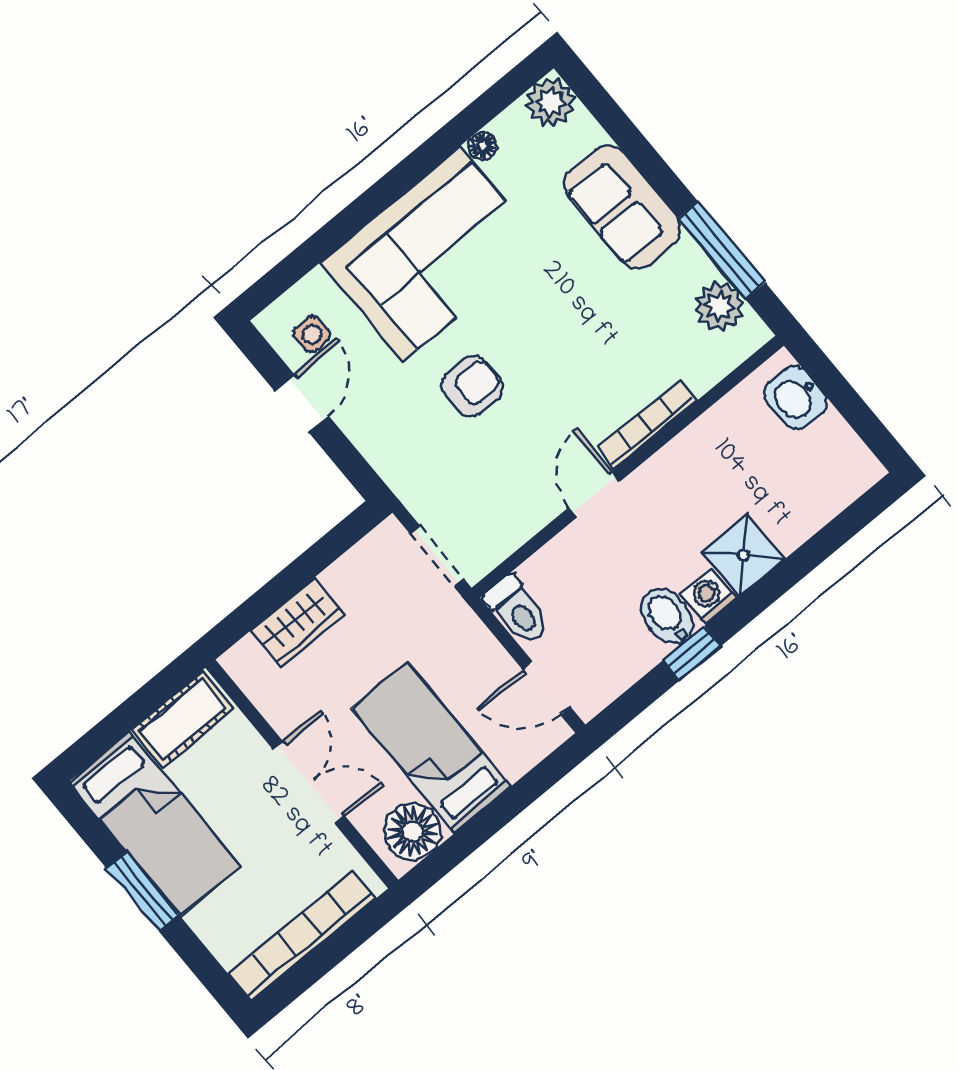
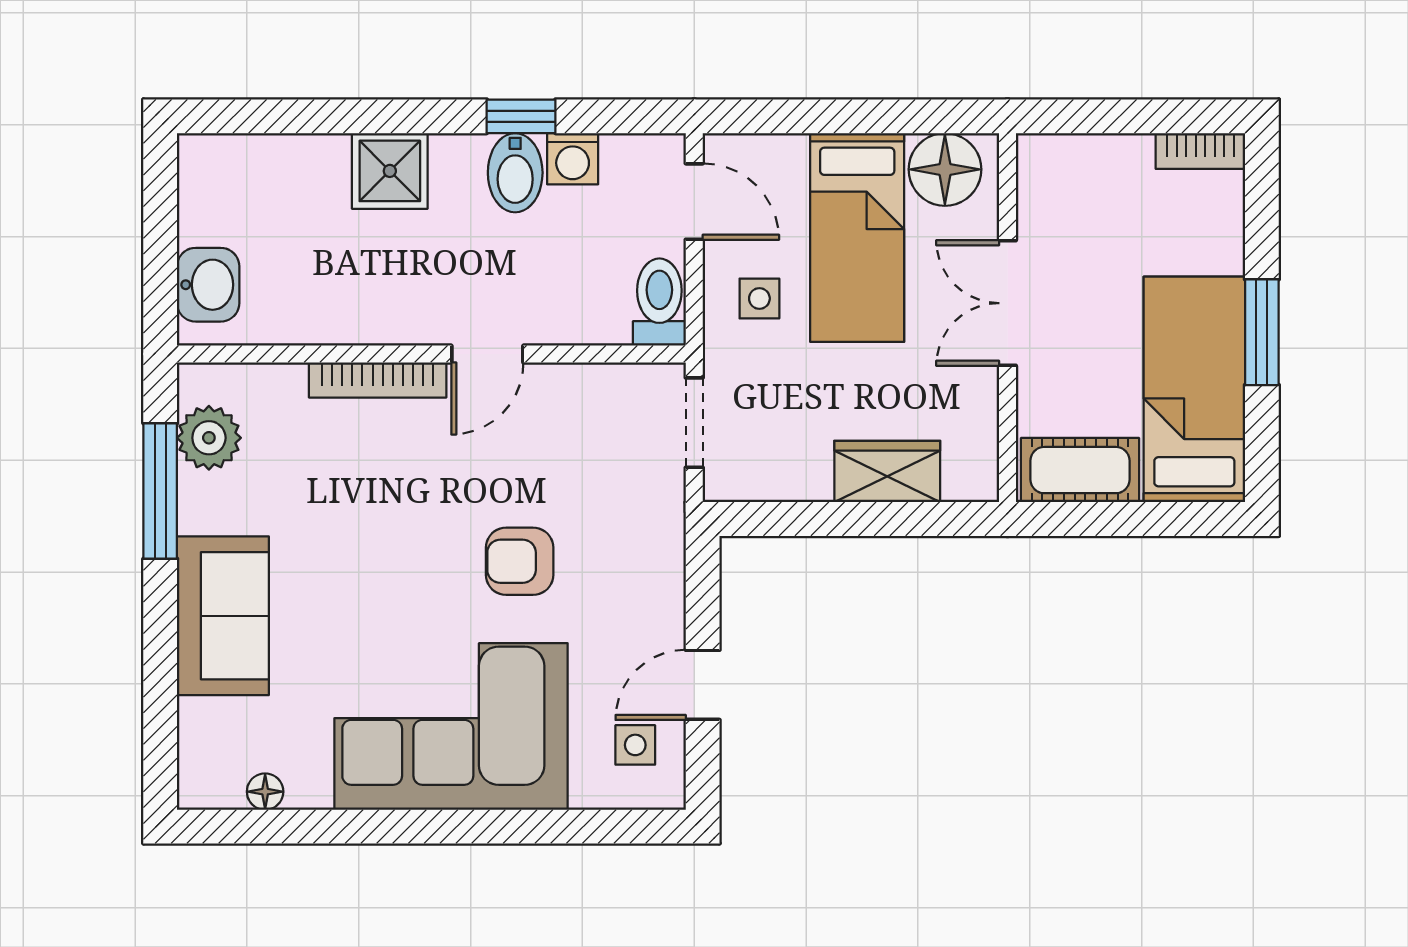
plant: (551, 103) -> (208, 779), removed
floor lamp: (482, 146) -> (265, 792), moved
washing machine: (709, 596) -> (573, 159), moved
side table: (459, 662) -> (759, 298), added
bookcase: (301, 937) -> (1200, 151), width x0.43, depth x0.76

